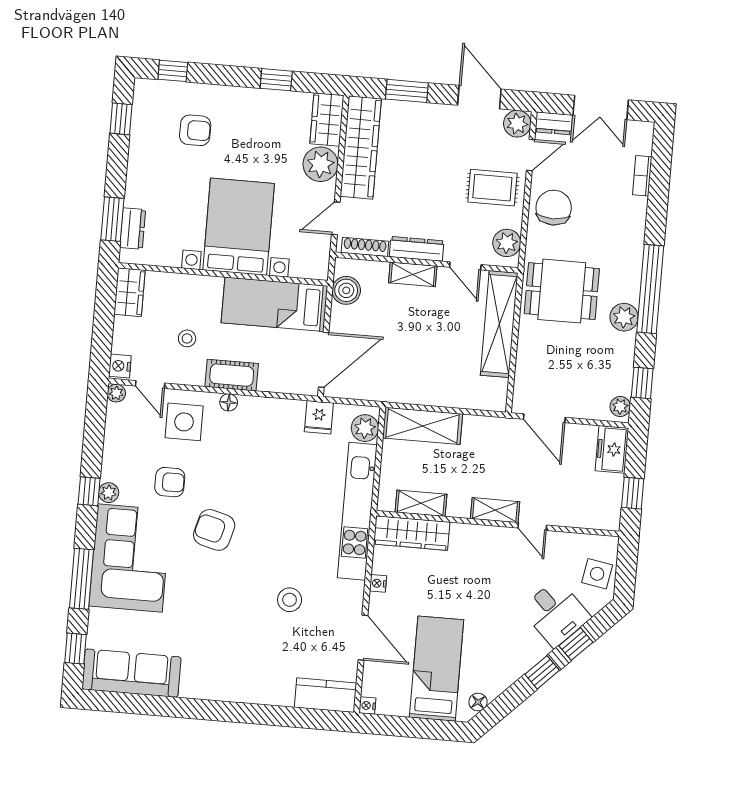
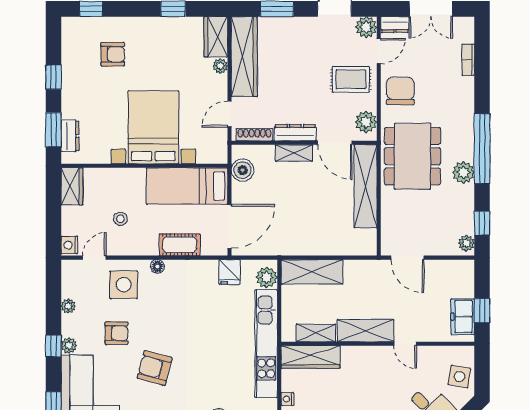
window: (121, 119) -> (53, 77), moved
plant: (321, 164) -> (220, 66), width x0.53, depth x0.53
door: (465, 266) -> (335, 143), width x1.38
dining table: (562, 291) -> (413, 156), width x1.38
cot: (232, 375) -> (180, 245), moved
door: (150, 384) -> (94, 258), swing flipped
plant: (116, 393) -> (68, 306), moved
freezer: (612, 449) -> (463, 317), moved
shelving: (495, 510) -> (365, 331), width x1.50, depth x1.33

